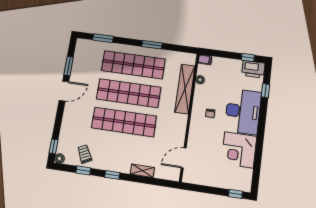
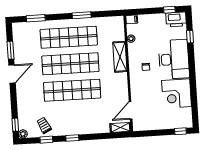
shelving: (185, 89) -> (120, 57), width x0.68
shelving: (142, 171) -> (120, 127), moved

